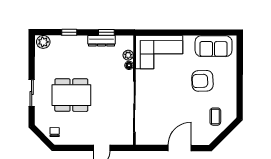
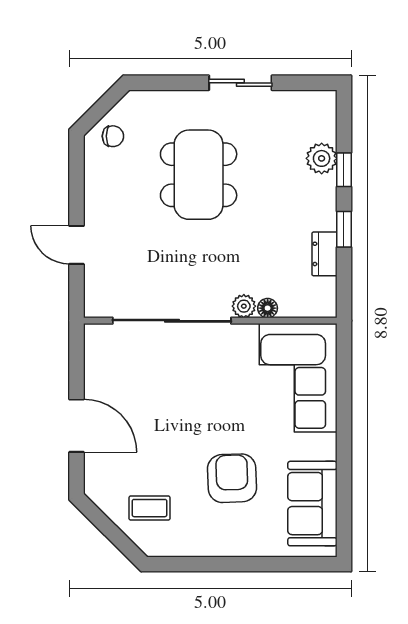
window: (106, 32) -> (344, 229), moved
dresser: (101, 41) -> (325, 254), width x0.70
plant: (43, 42) -> (322, 158), moved
plant: (128, 55) -> (244, 306), moved
sliding door: (32, 93) -> (240, 83), moved

